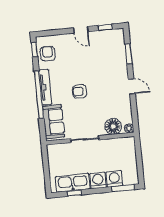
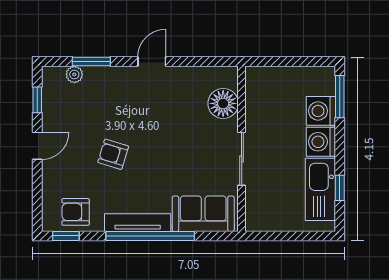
armchair: (80, 91) -> (113, 154), moved, turned 107
plant: (129, 128) -> (74, 74), moved

